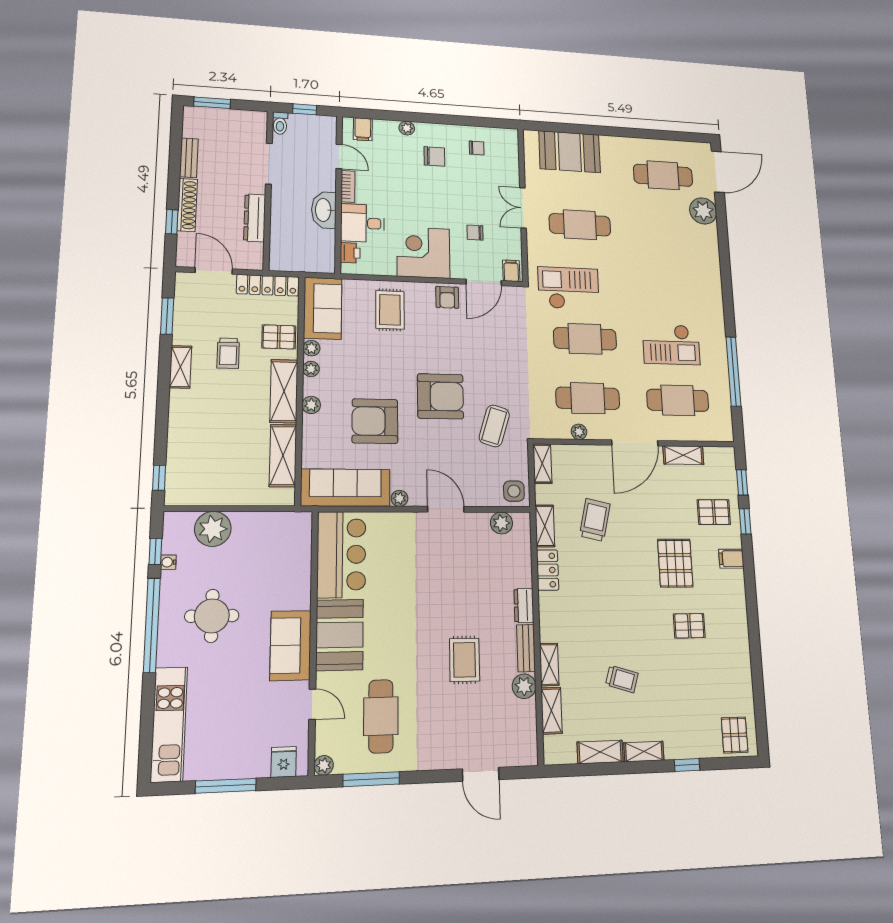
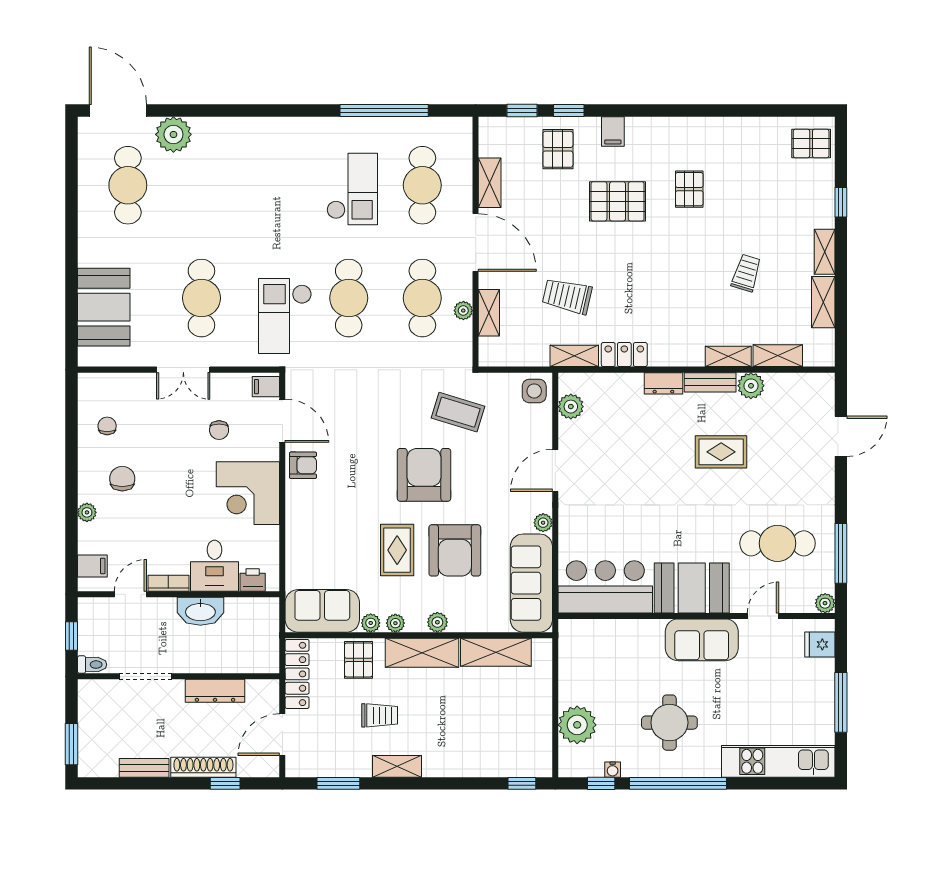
rug: (390, 310) -> (397, 550), moved, turned 90
shelving: (542, 464) -> (489, 313), moved, turned 90

